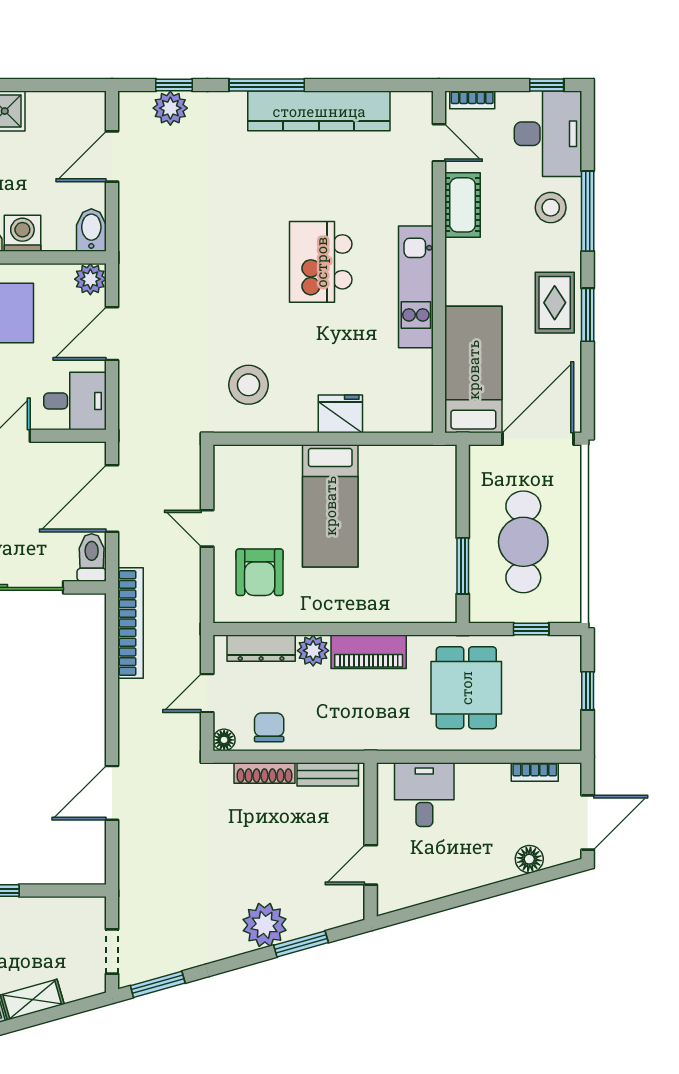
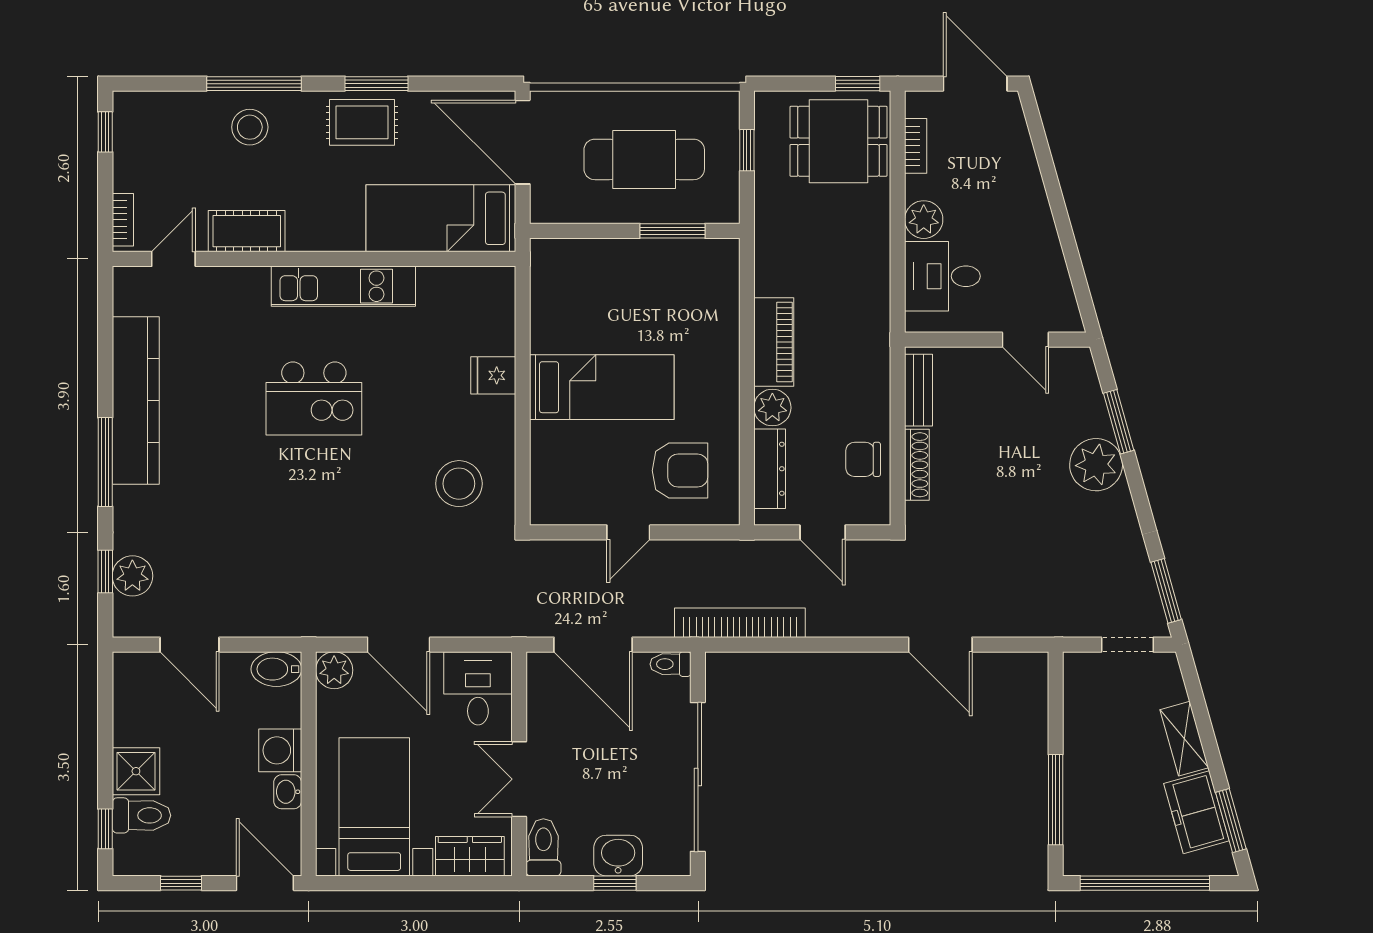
desk: (548, 134) -> (163, 130), removed
fridge: (340, 414) -> (493, 375), width x0.72
toilet: (92, 558) -> (671, 664), width x0.73, depth x0.72
dining table: (466, 688) -> (838, 141), moved
window: (588, 691) -> (858, 84), moved
floor lamp: (224, 740) -> (878, 513), removed
plant: (472, 779) -> (924, 220), added
floor lamp: (529, 859) -> (1019, 152), removed

